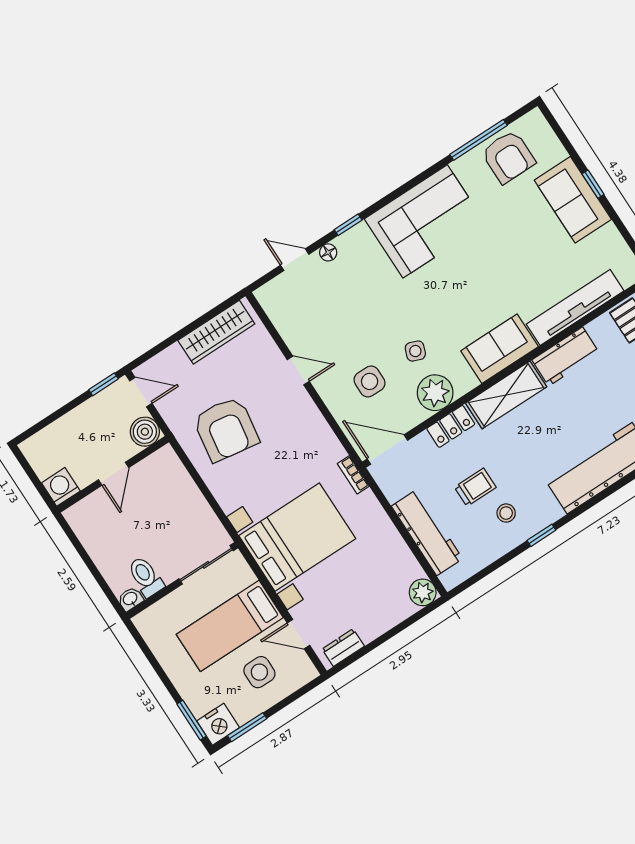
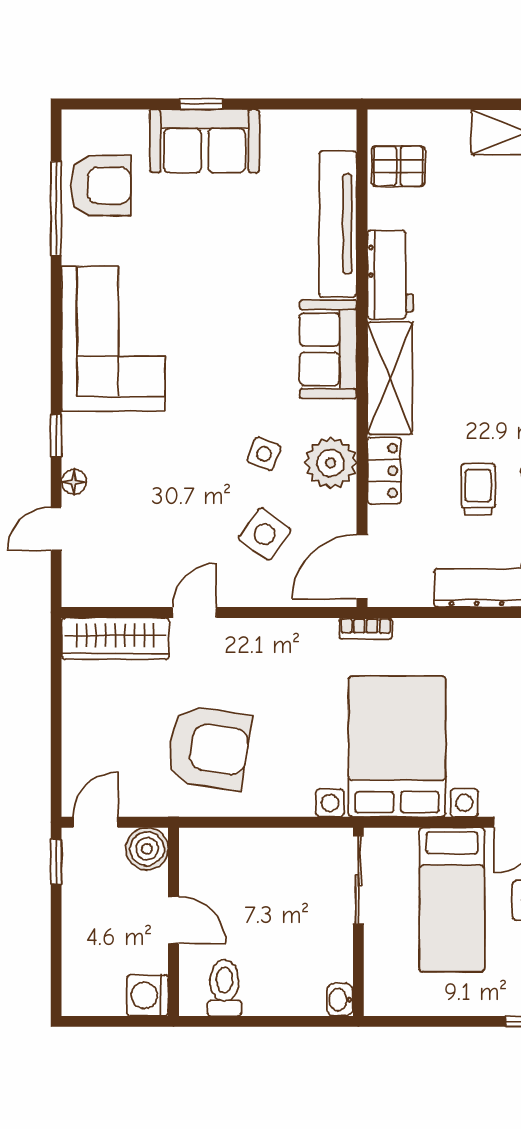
wardrobe: (216, 332) -> (115, 639), moved, turned 90
side table: (370, 381) -> (265, 534), turned 36
toilet: (146, 577) -> (224, 988), moved, turned 90

